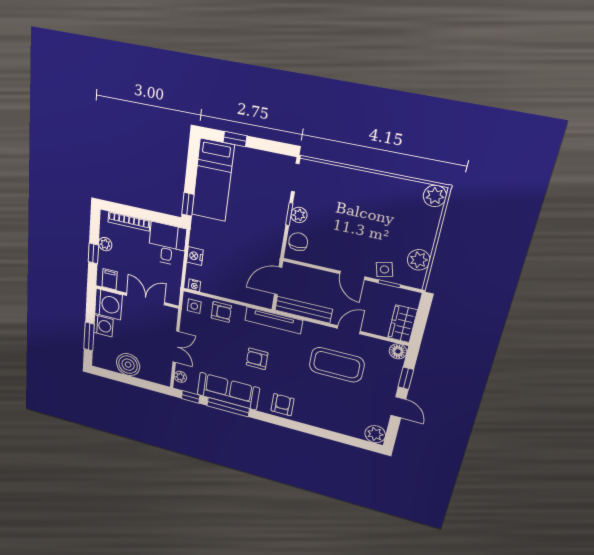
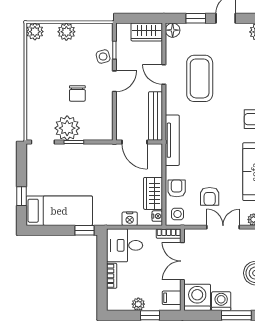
plant: (299, 215) -> (67, 128), width x1.87, depth x1.87
bookcase: (129, 221) -> (112, 276), width x0.64
chair: (298, 242) -> (77, 93), moved, turned -88
plant: (419, 260) -> (66, 32), moved
wardrobe: (219, 287) -> (153, 193), added
bookcase: (175, 292) -> (169, 234), added
armchair: (257, 359) -> (210, 196), moved

